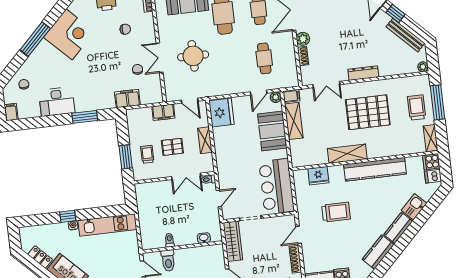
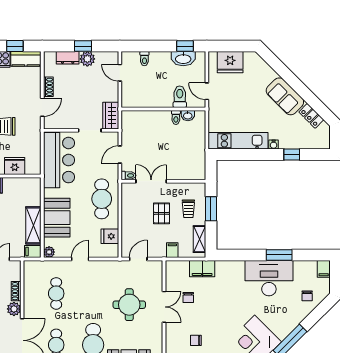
door: (259, 93) -> (80, 259), moved
door: (190, 101) -> (138, 259), hinge flipped
desk: (57, 102) -> (269, 278), width x1.36, depth x1.30
filing cabinet: (163, 112) -> (172, 250), width x0.50
fridge: (221, 113) -> (110, 236), width x0.53, depth x0.75
window: (85, 117) -> (279, 255), moved
shelving: (205, 140) -> (199, 239), moved
pallet: (172, 147) -> (162, 213), turned 90
cafe table: (231, 154) -> (102, 199), added
window: (68, 216) -> (292, 155), moved
washbasin: (204, 238) -> (188, 116), moved
wardrobe: (233, 241) -> (111, 116), width x0.67
shoe rack: (295, 259) -> (48, 87), width x0.70

